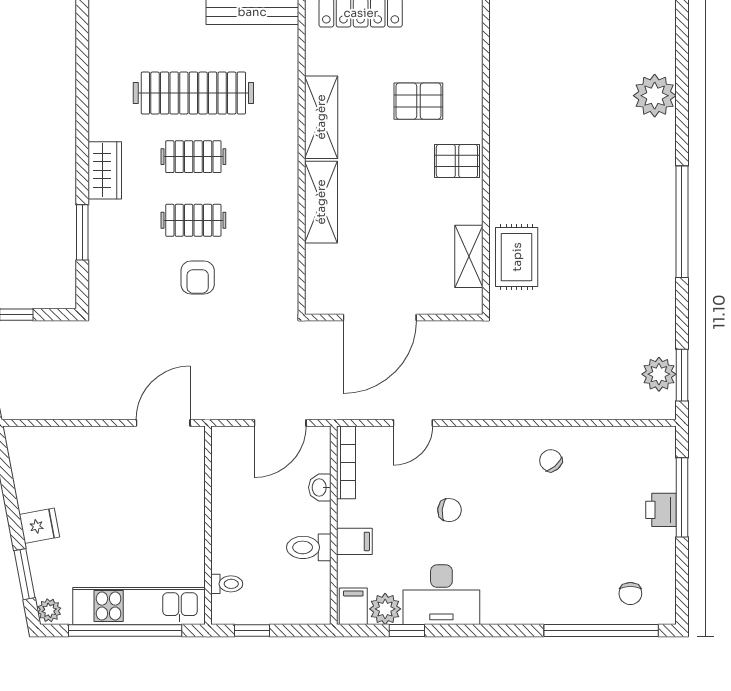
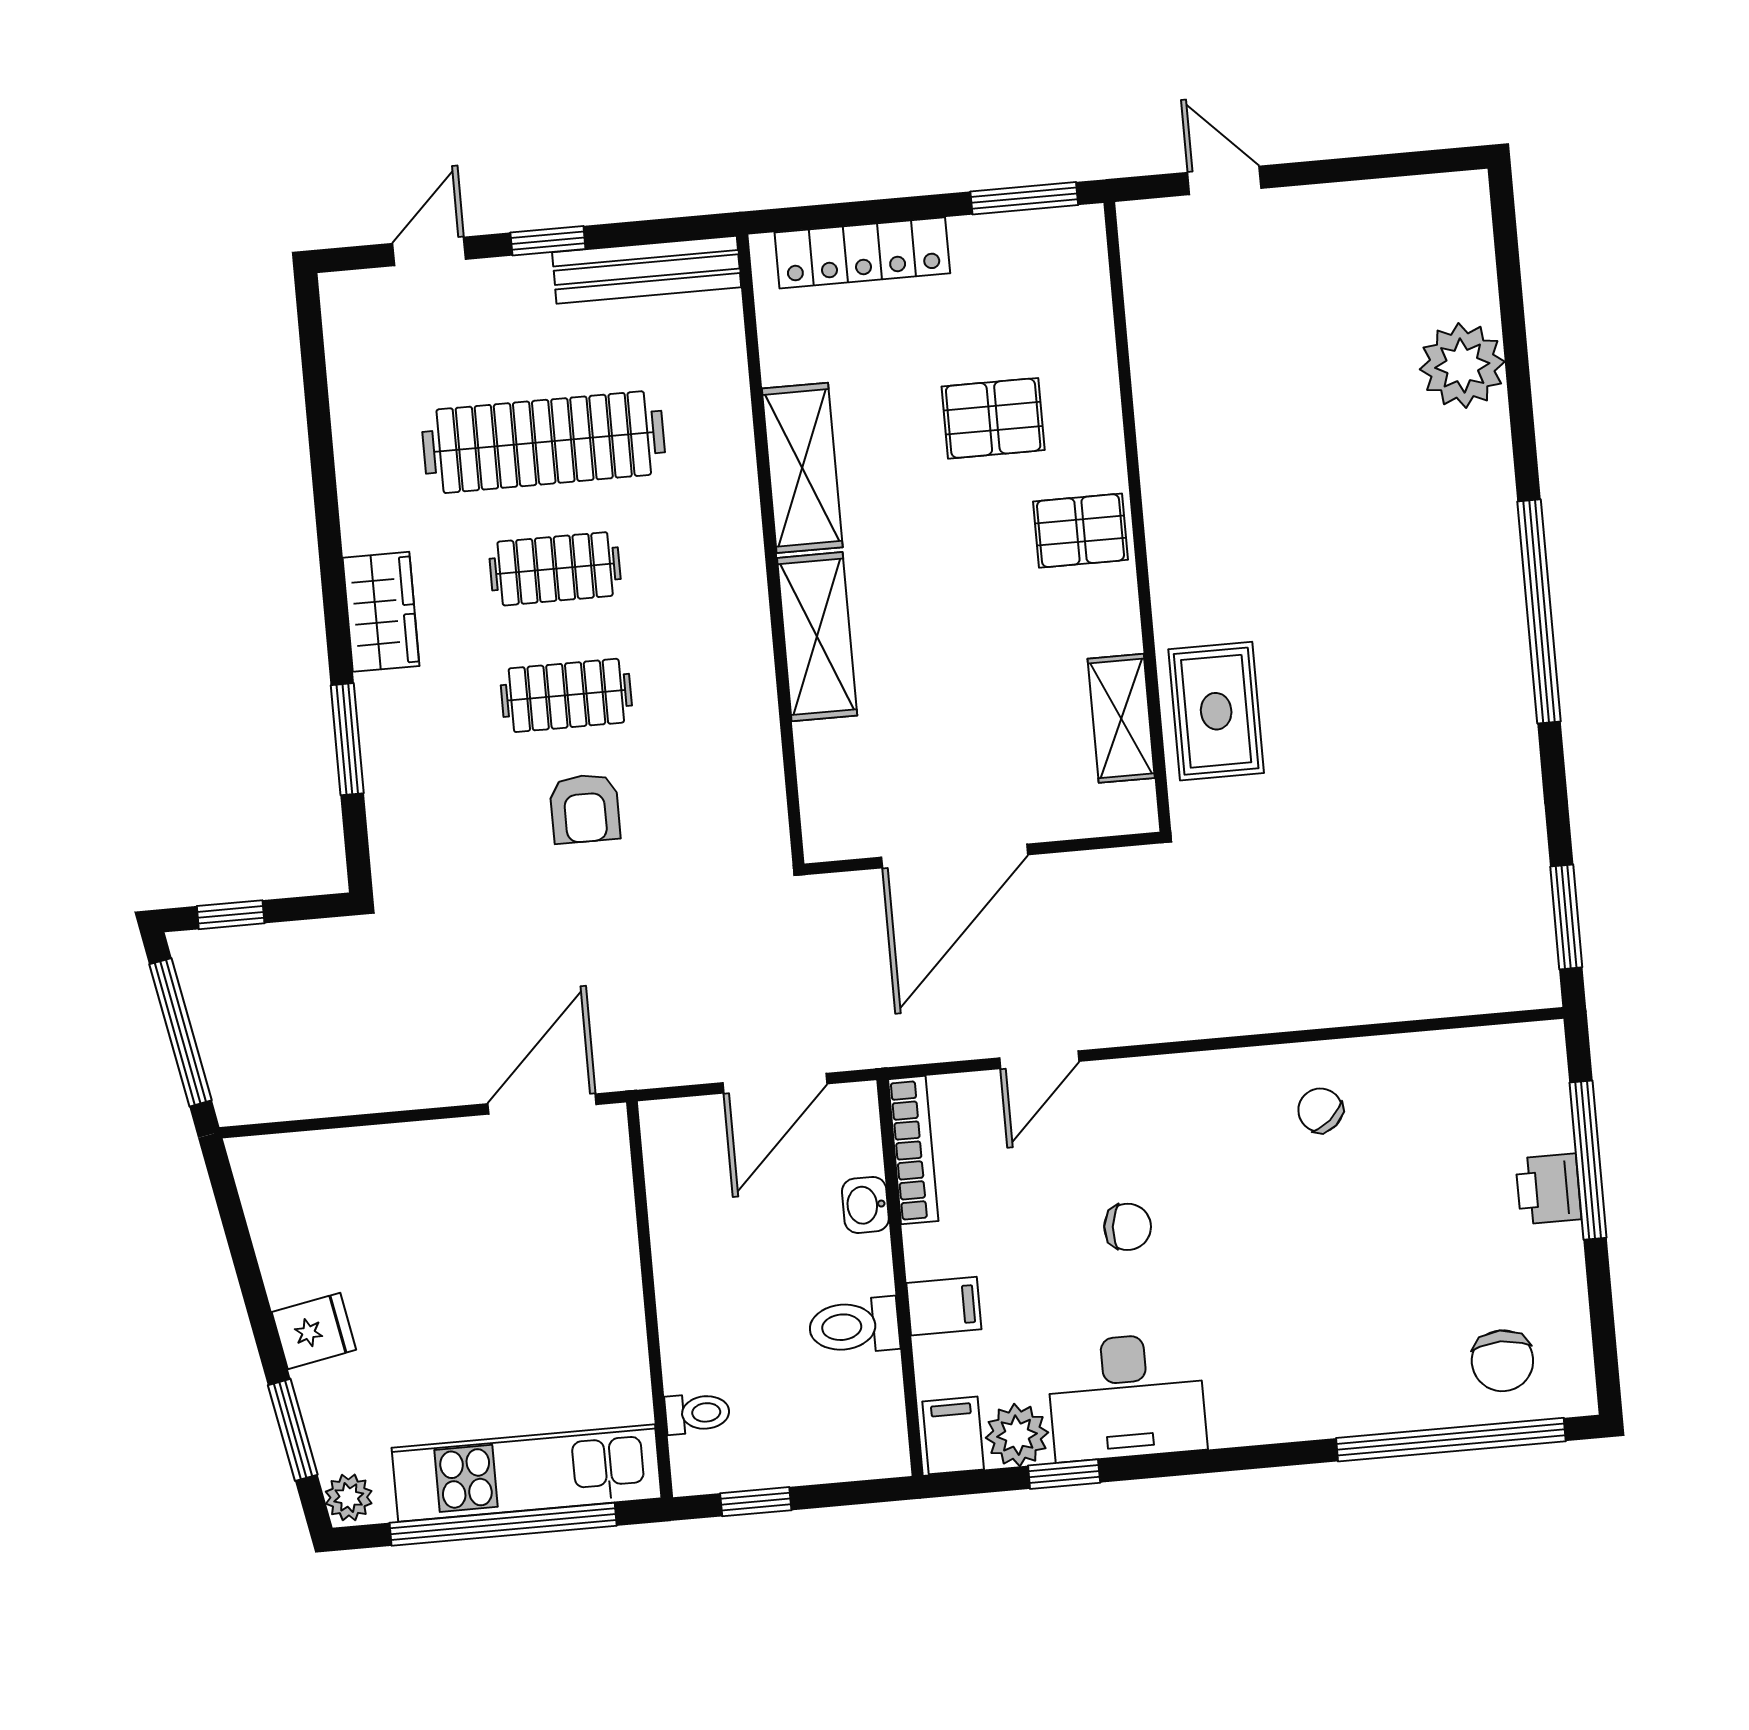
plant: (659, 374) -> (1520, 919), removed
chair: (630, 594) -> (1502, 1361), width x1.37, depth x1.37

